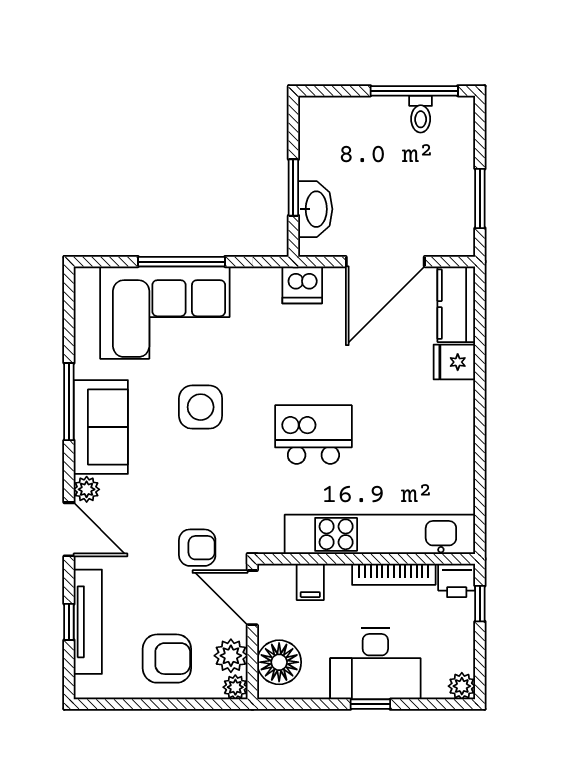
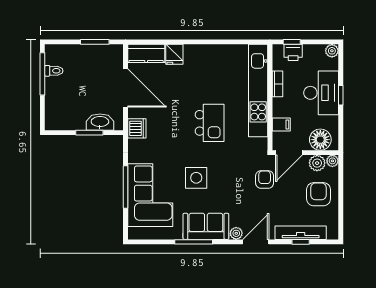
kitchen island: (313, 435) -> (210, 123), turned 180
bookcase: (394, 574) -> (278, 84), width x0.64
printer: (457, 580) -> (293, 52), moved, turned 90

